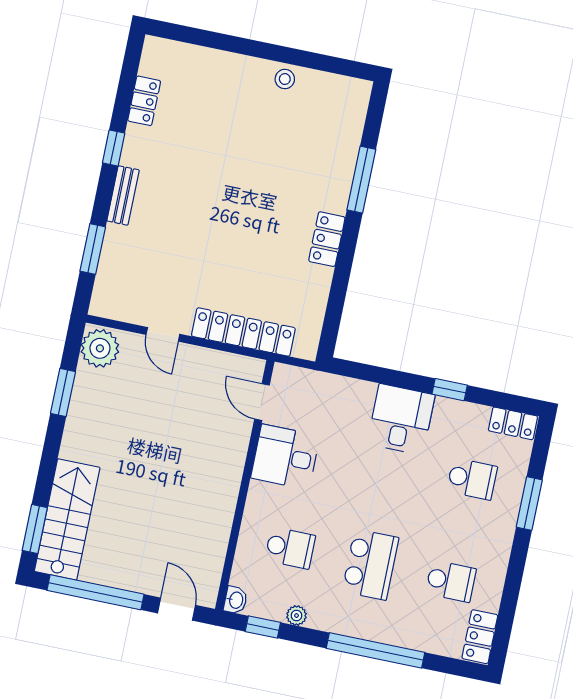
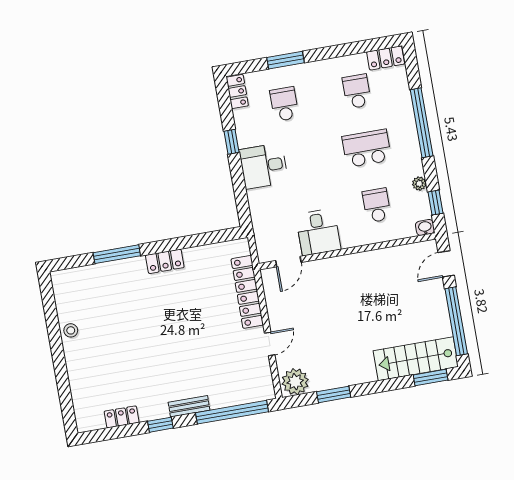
window: (93, 249) -> (232, 412), width x2.11

